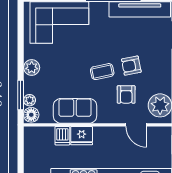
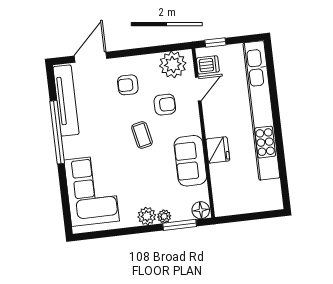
armchair: (131, 66) -> (128, 85), moved, turned 101
plant: (30, 100) -> (164, 216), moved
dishwasher: (62, 136) -> (208, 65), moved

